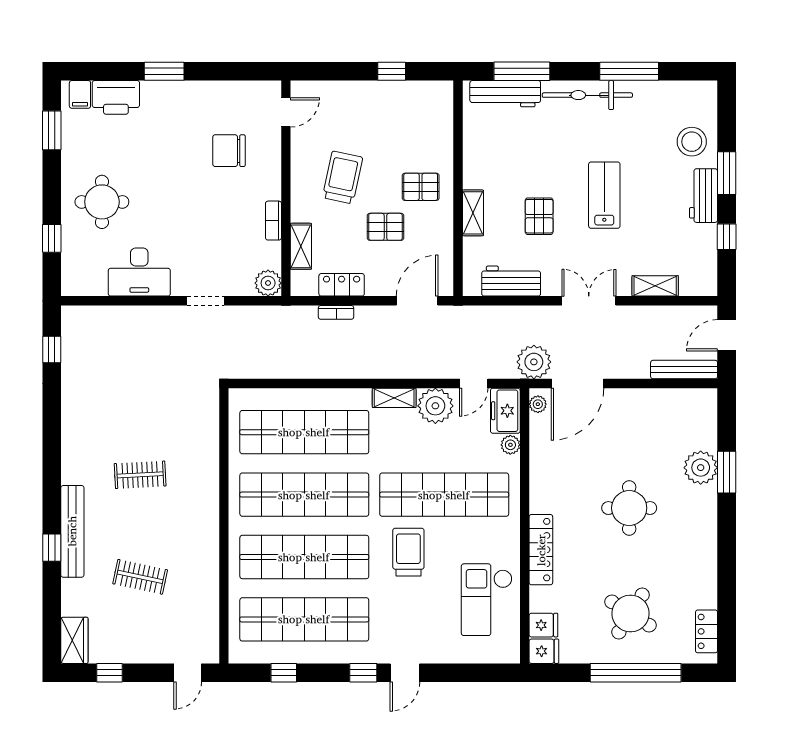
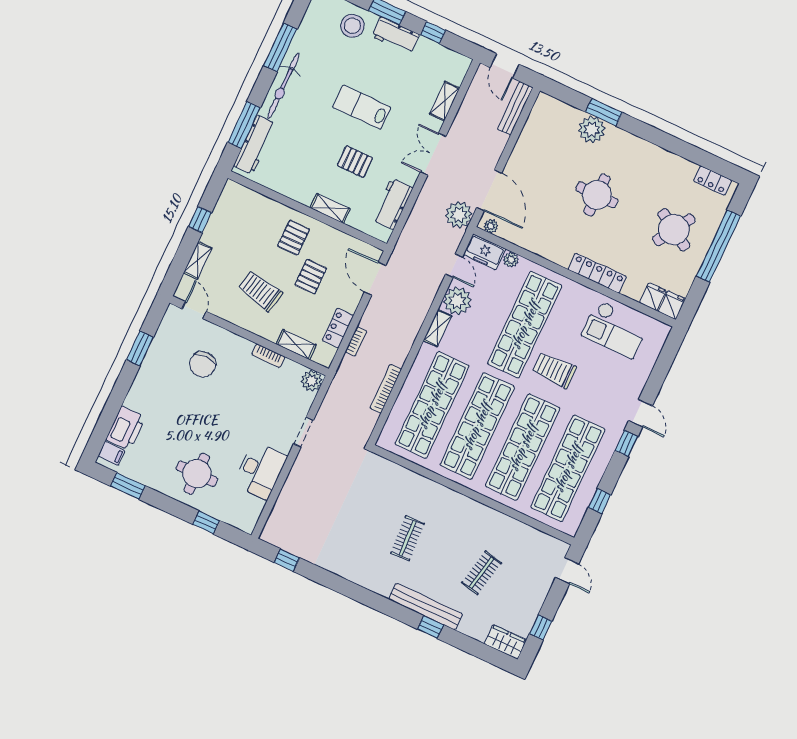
window: (164, 71) -> (140, 349), moved
shelving: (344, 90) -> (198, 260), added
bookcase: (298, 371) -> (386, 389), added

